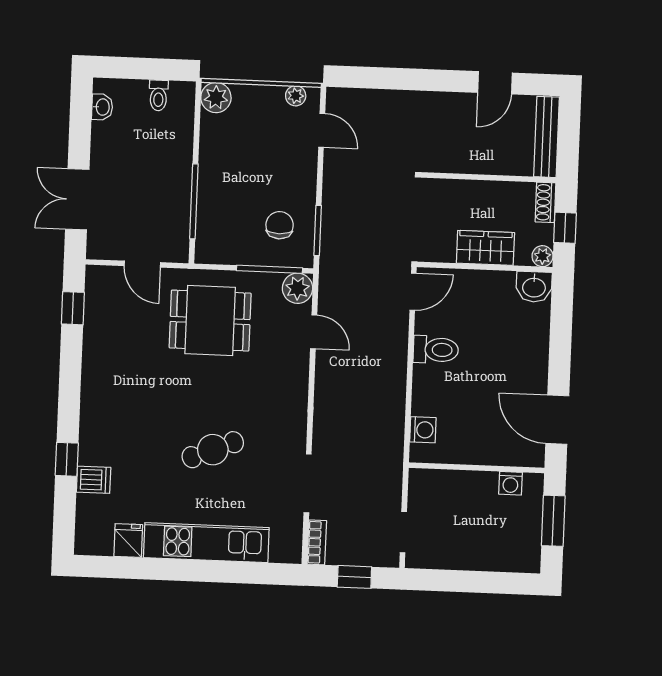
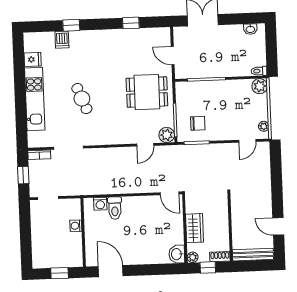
toilet: (159, 95) -> (259, 71), moved
door: (142, 264) -> (173, 56), hinge flipped
window: (73, 308) -> (131, 23), moved
dining table: (210, 321) -> (147, 92), turned 90
toilet: (436, 350) -> (115, 208), moved
door: (557, 420) -> (111, 271), hinge flipped
washing machine: (510, 483) -> (76, 226), moved
window: (553, 521) -> (60, 273), width x0.67

